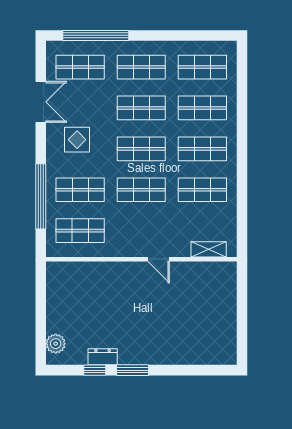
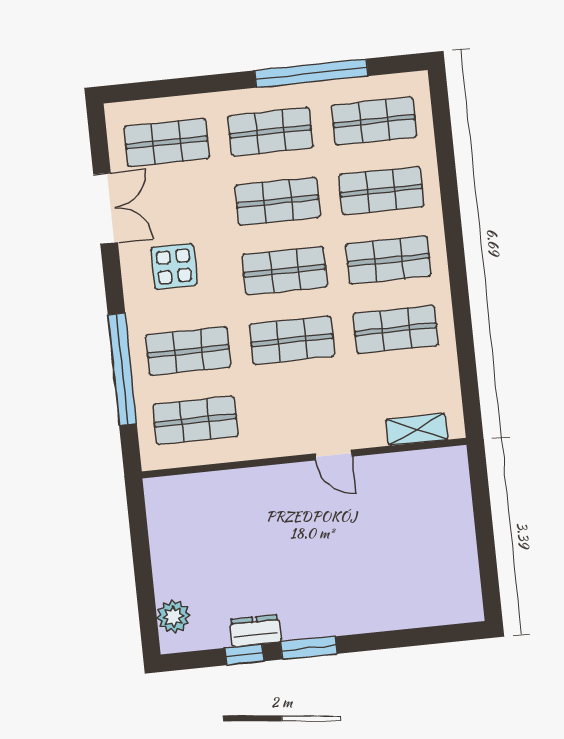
window: (96, 35) -> (311, 73), moved

